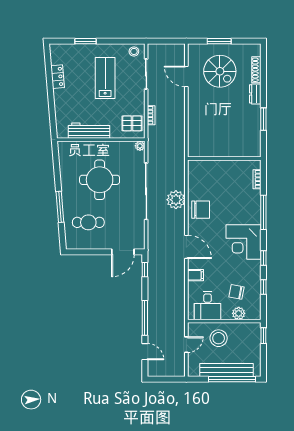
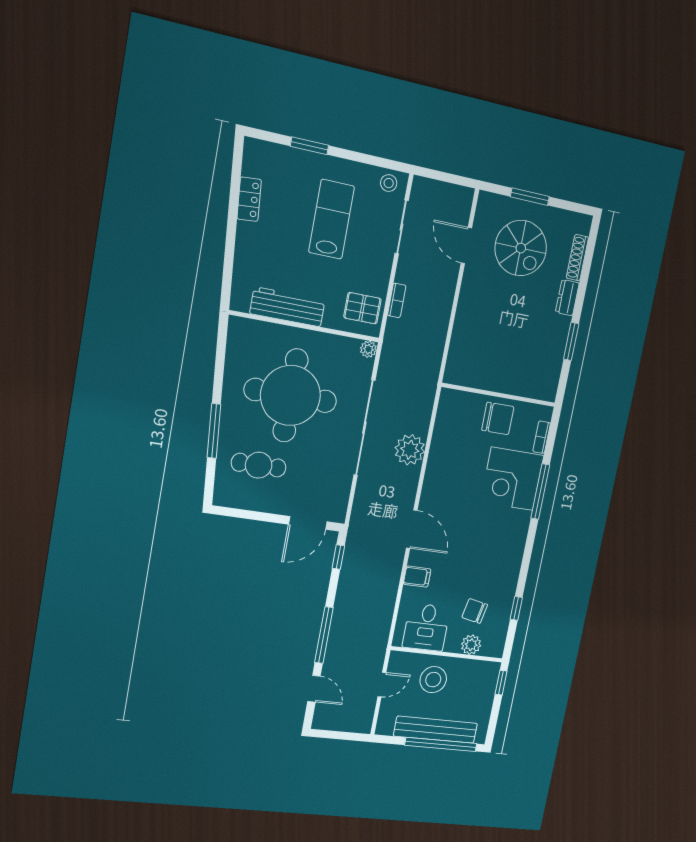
round table: (100, 180) -> (291, 395), width x1.36, depth x1.36
chair: (201, 210) -> (498, 418), moved
corner desk: (243, 242) -> (512, 479), moved
window: (263, 258) -> (526, 563), removed

